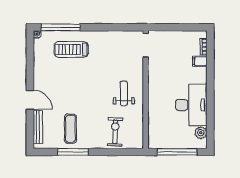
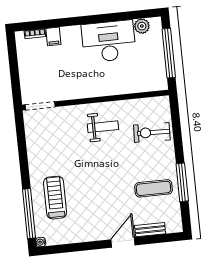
treadmill: (71, 49) -> (55, 198), turned 180
weight bench: (124, 93) -> (103, 127), turned 180
bench: (38, 127) -> (150, 230), width x0.73

